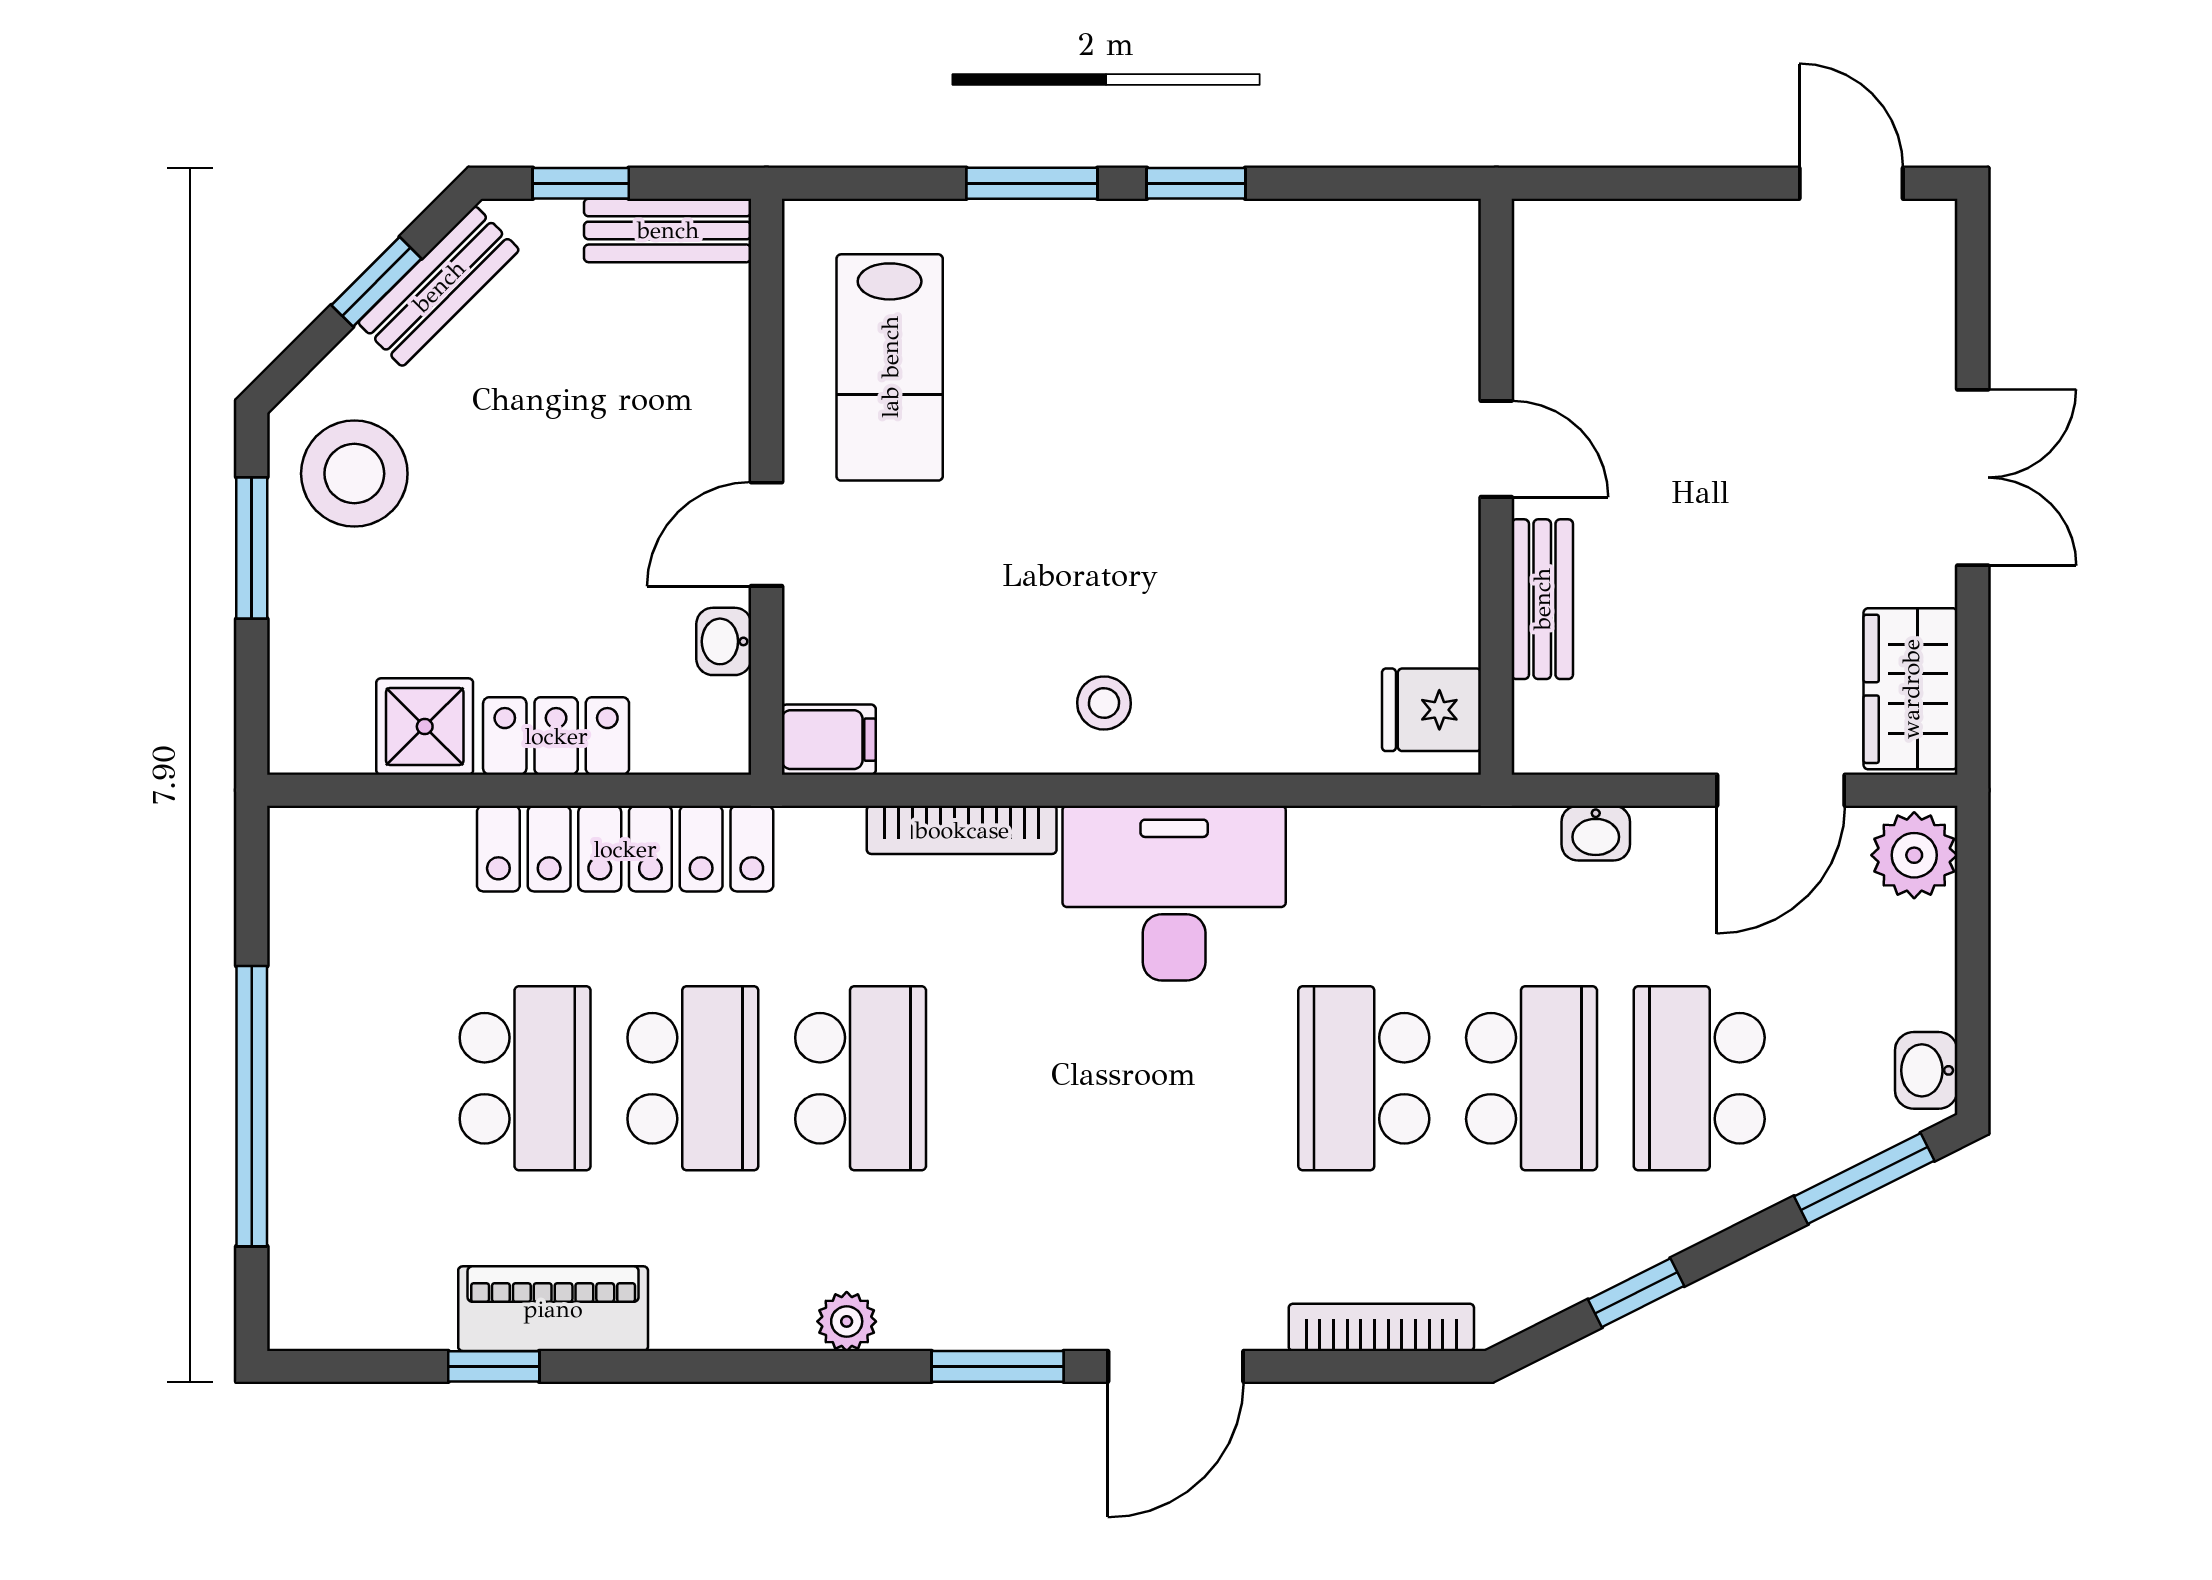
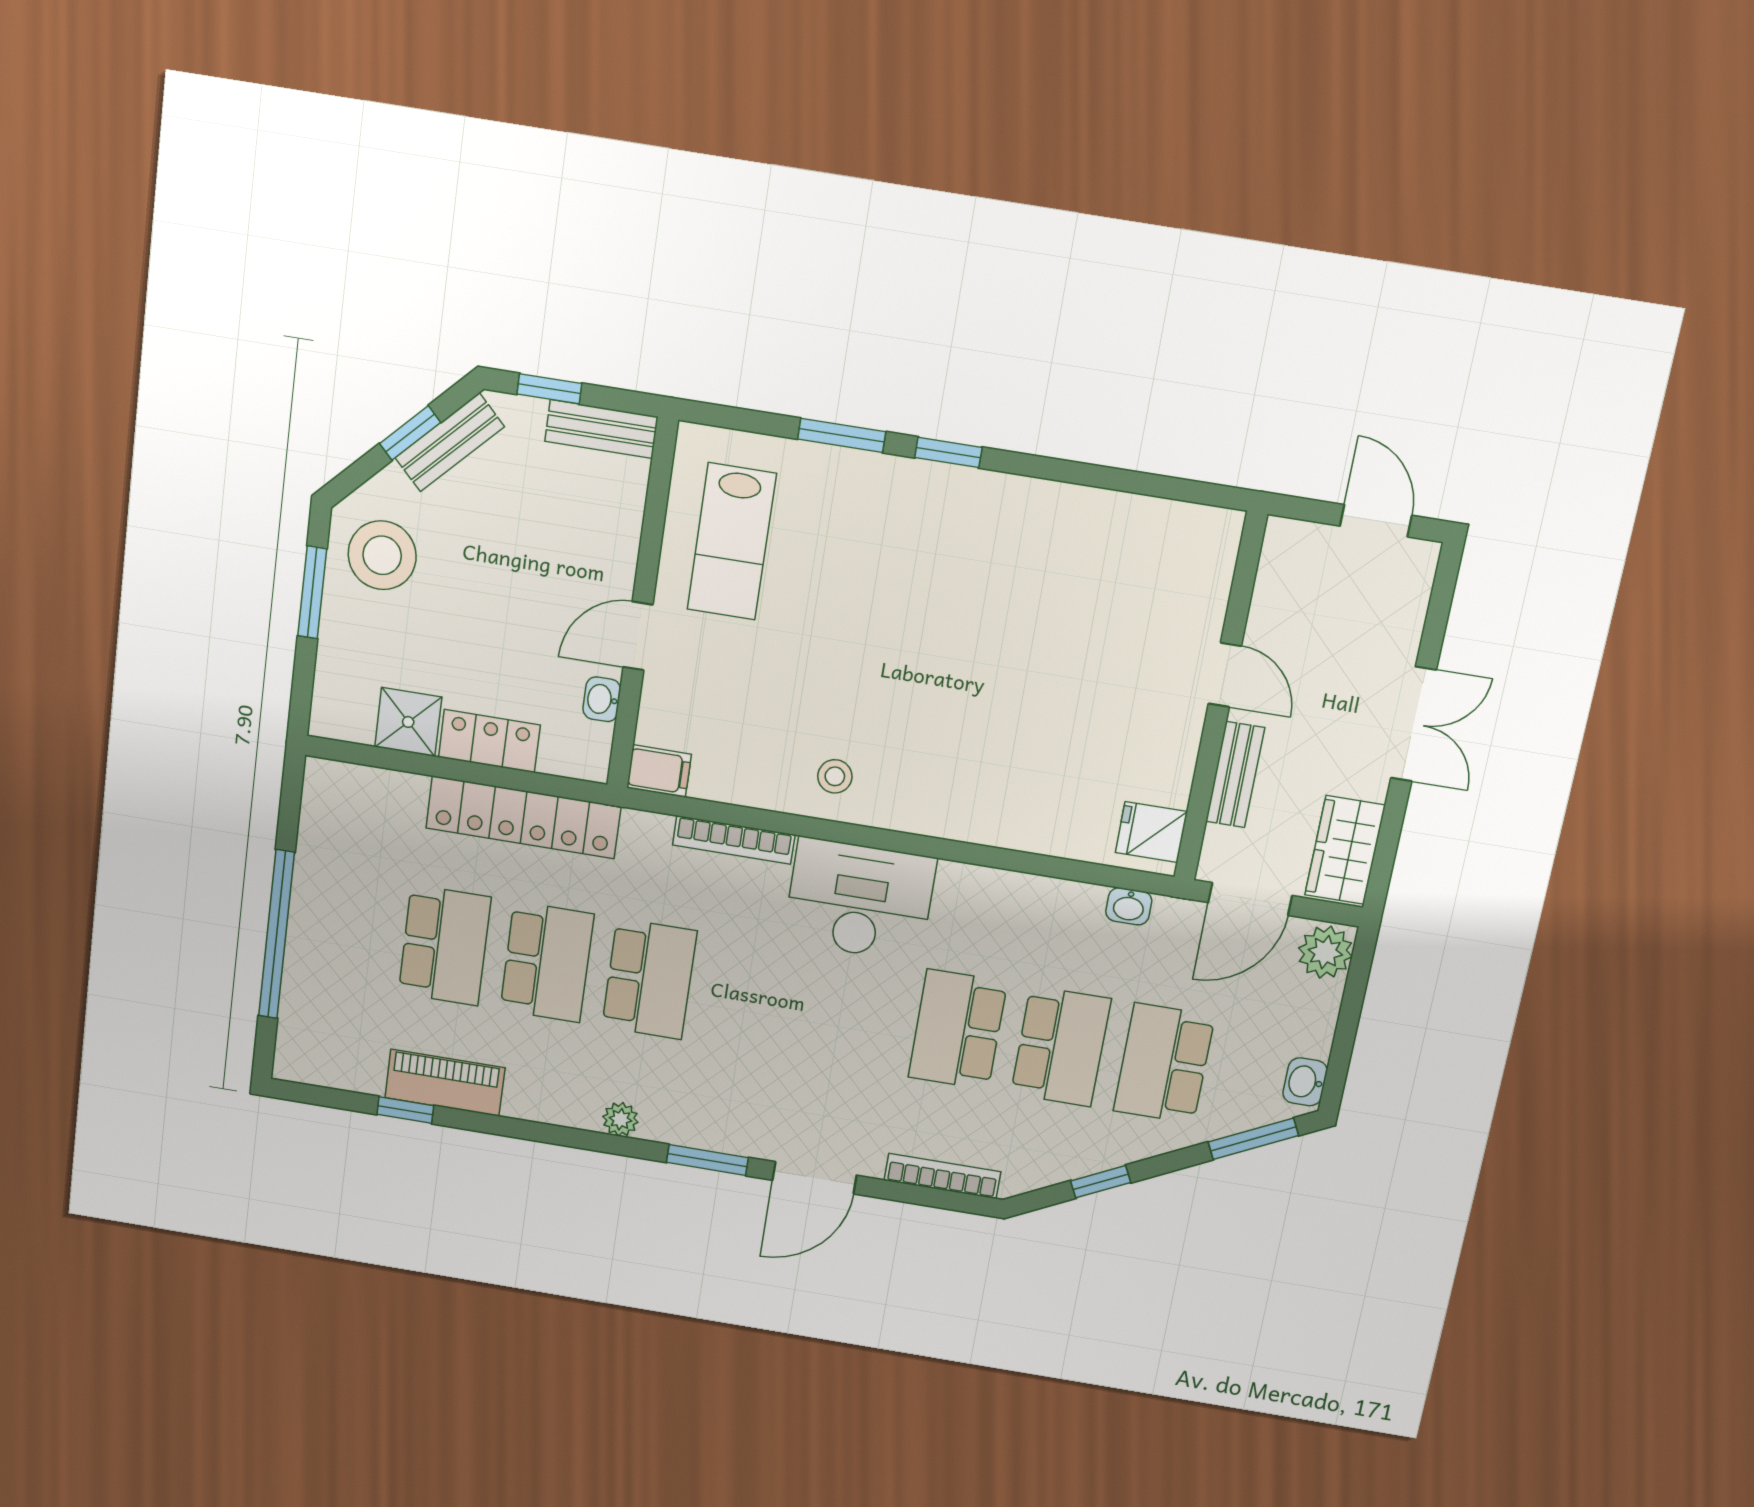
door: (1496, 449) -> (1225, 675), moved
wall: (1496, 487) -> (1220, 699), moved
bench: (1542, 599) -> (1235, 775), moved
fridge: (1432, 710) -> (1151, 832), moved

